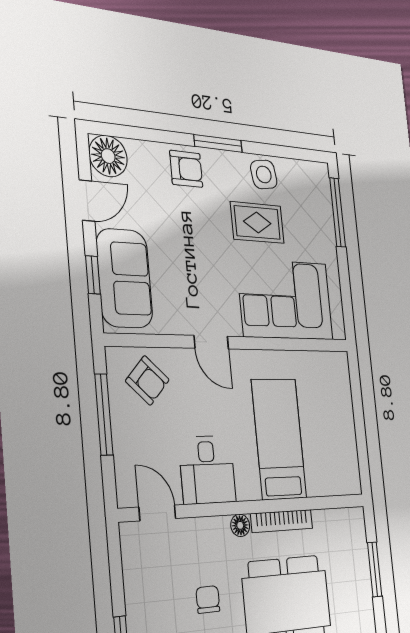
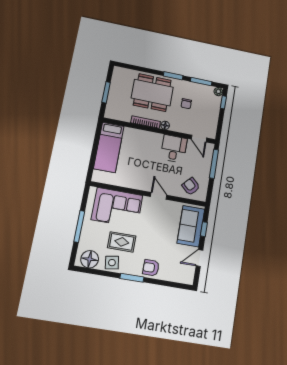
floor lamp: (108, 156) -> (90, 259), moved
window: (338, 212) -> (79, 226), moved
window: (104, 414) -> (214, 164), moved
bed: (279, 439) -> (109, 147), moved

